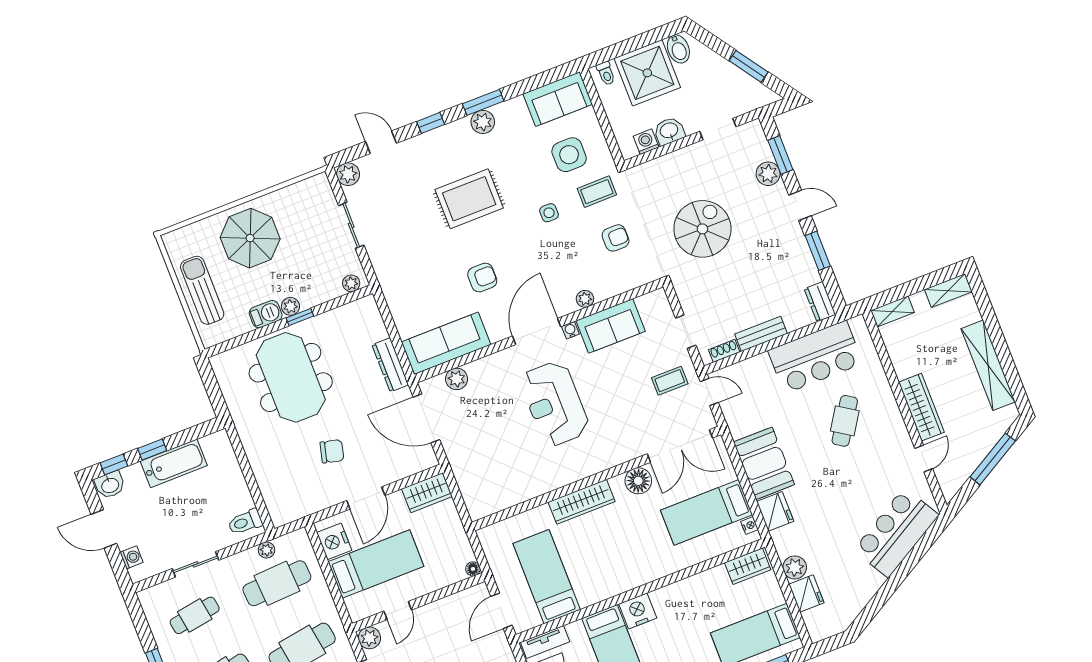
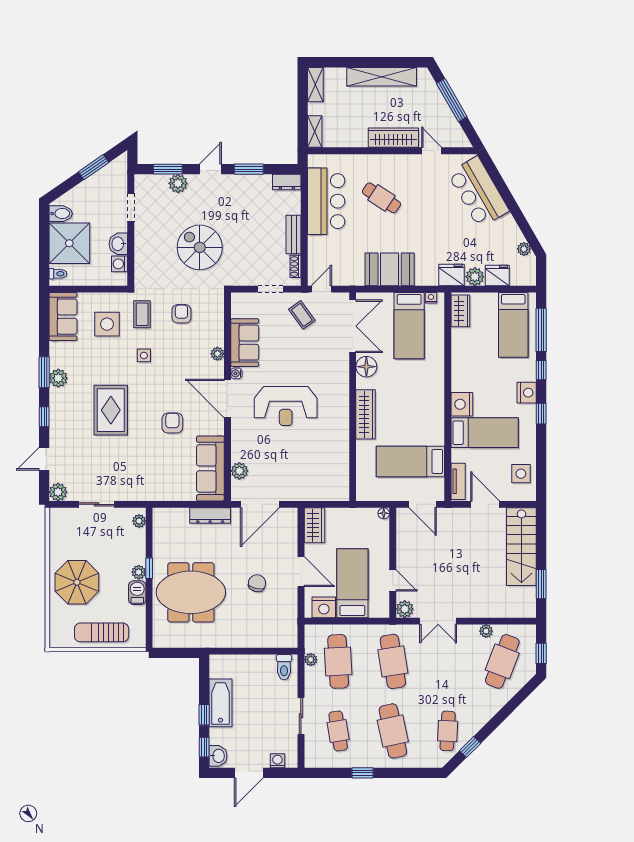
coffee table: (670, 381) -> (302, 315), turned -36
fridge: (775, 511) -> (452, 275), moved
plant: (850, 613) -> (524, 249), added

